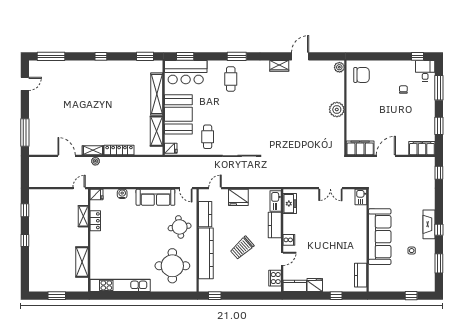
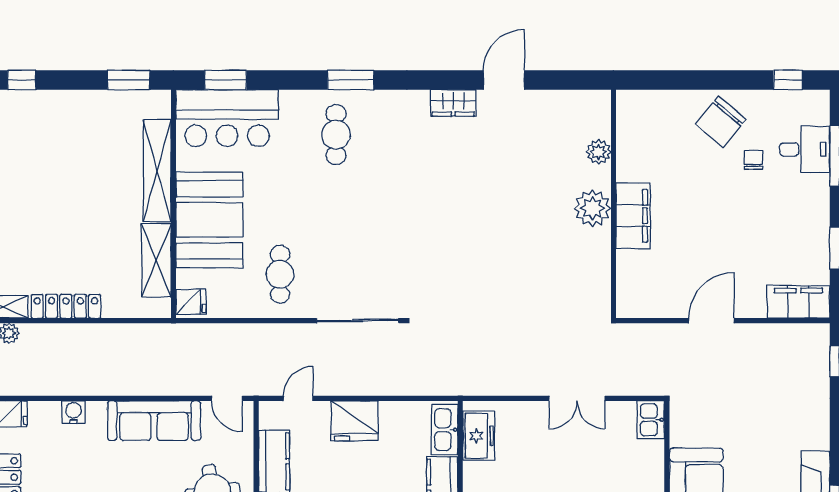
plant: (339, 67) -> (599, 152), moved
desk: (425, 71) -> (805, 149), moved, turned 90
chair: (361, 75) -> (721, 122), moved, turned 130
filing cabinet: (360, 148) -> (633, 216), moved, turned 90

